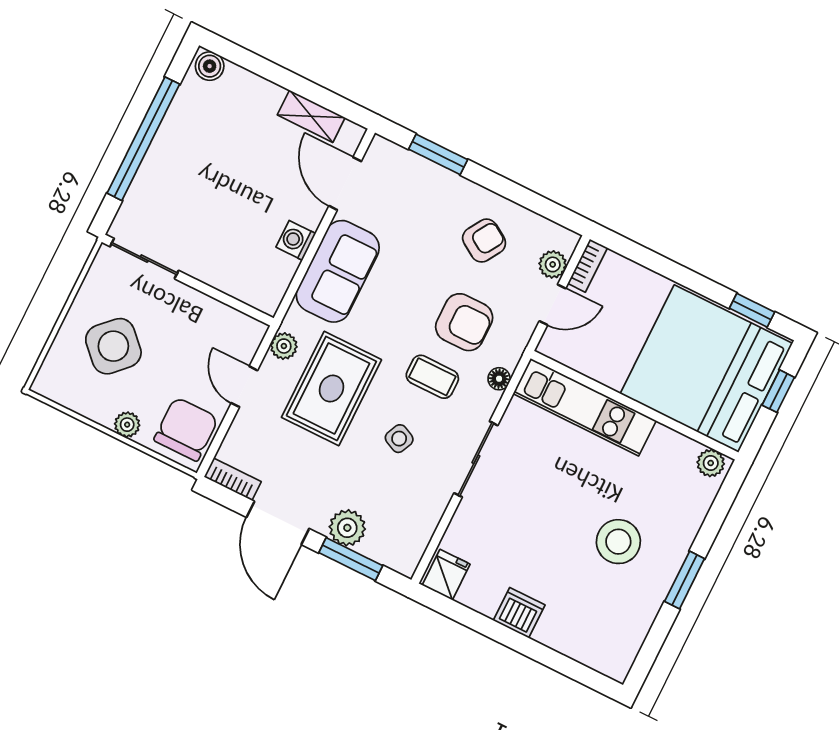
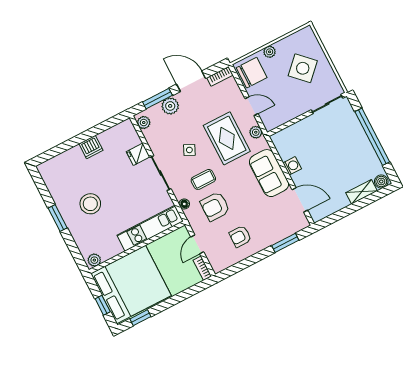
shelving: (311, 116) -> (361, 192), moved
armchair: (484, 241) -> (240, 236), turned 58
plant: (553, 264) -> (144, 123), moved
chair: (186, 429) -> (252, 73), turned -90
fridge: (446, 575) -> (138, 154), moved, turned 90

